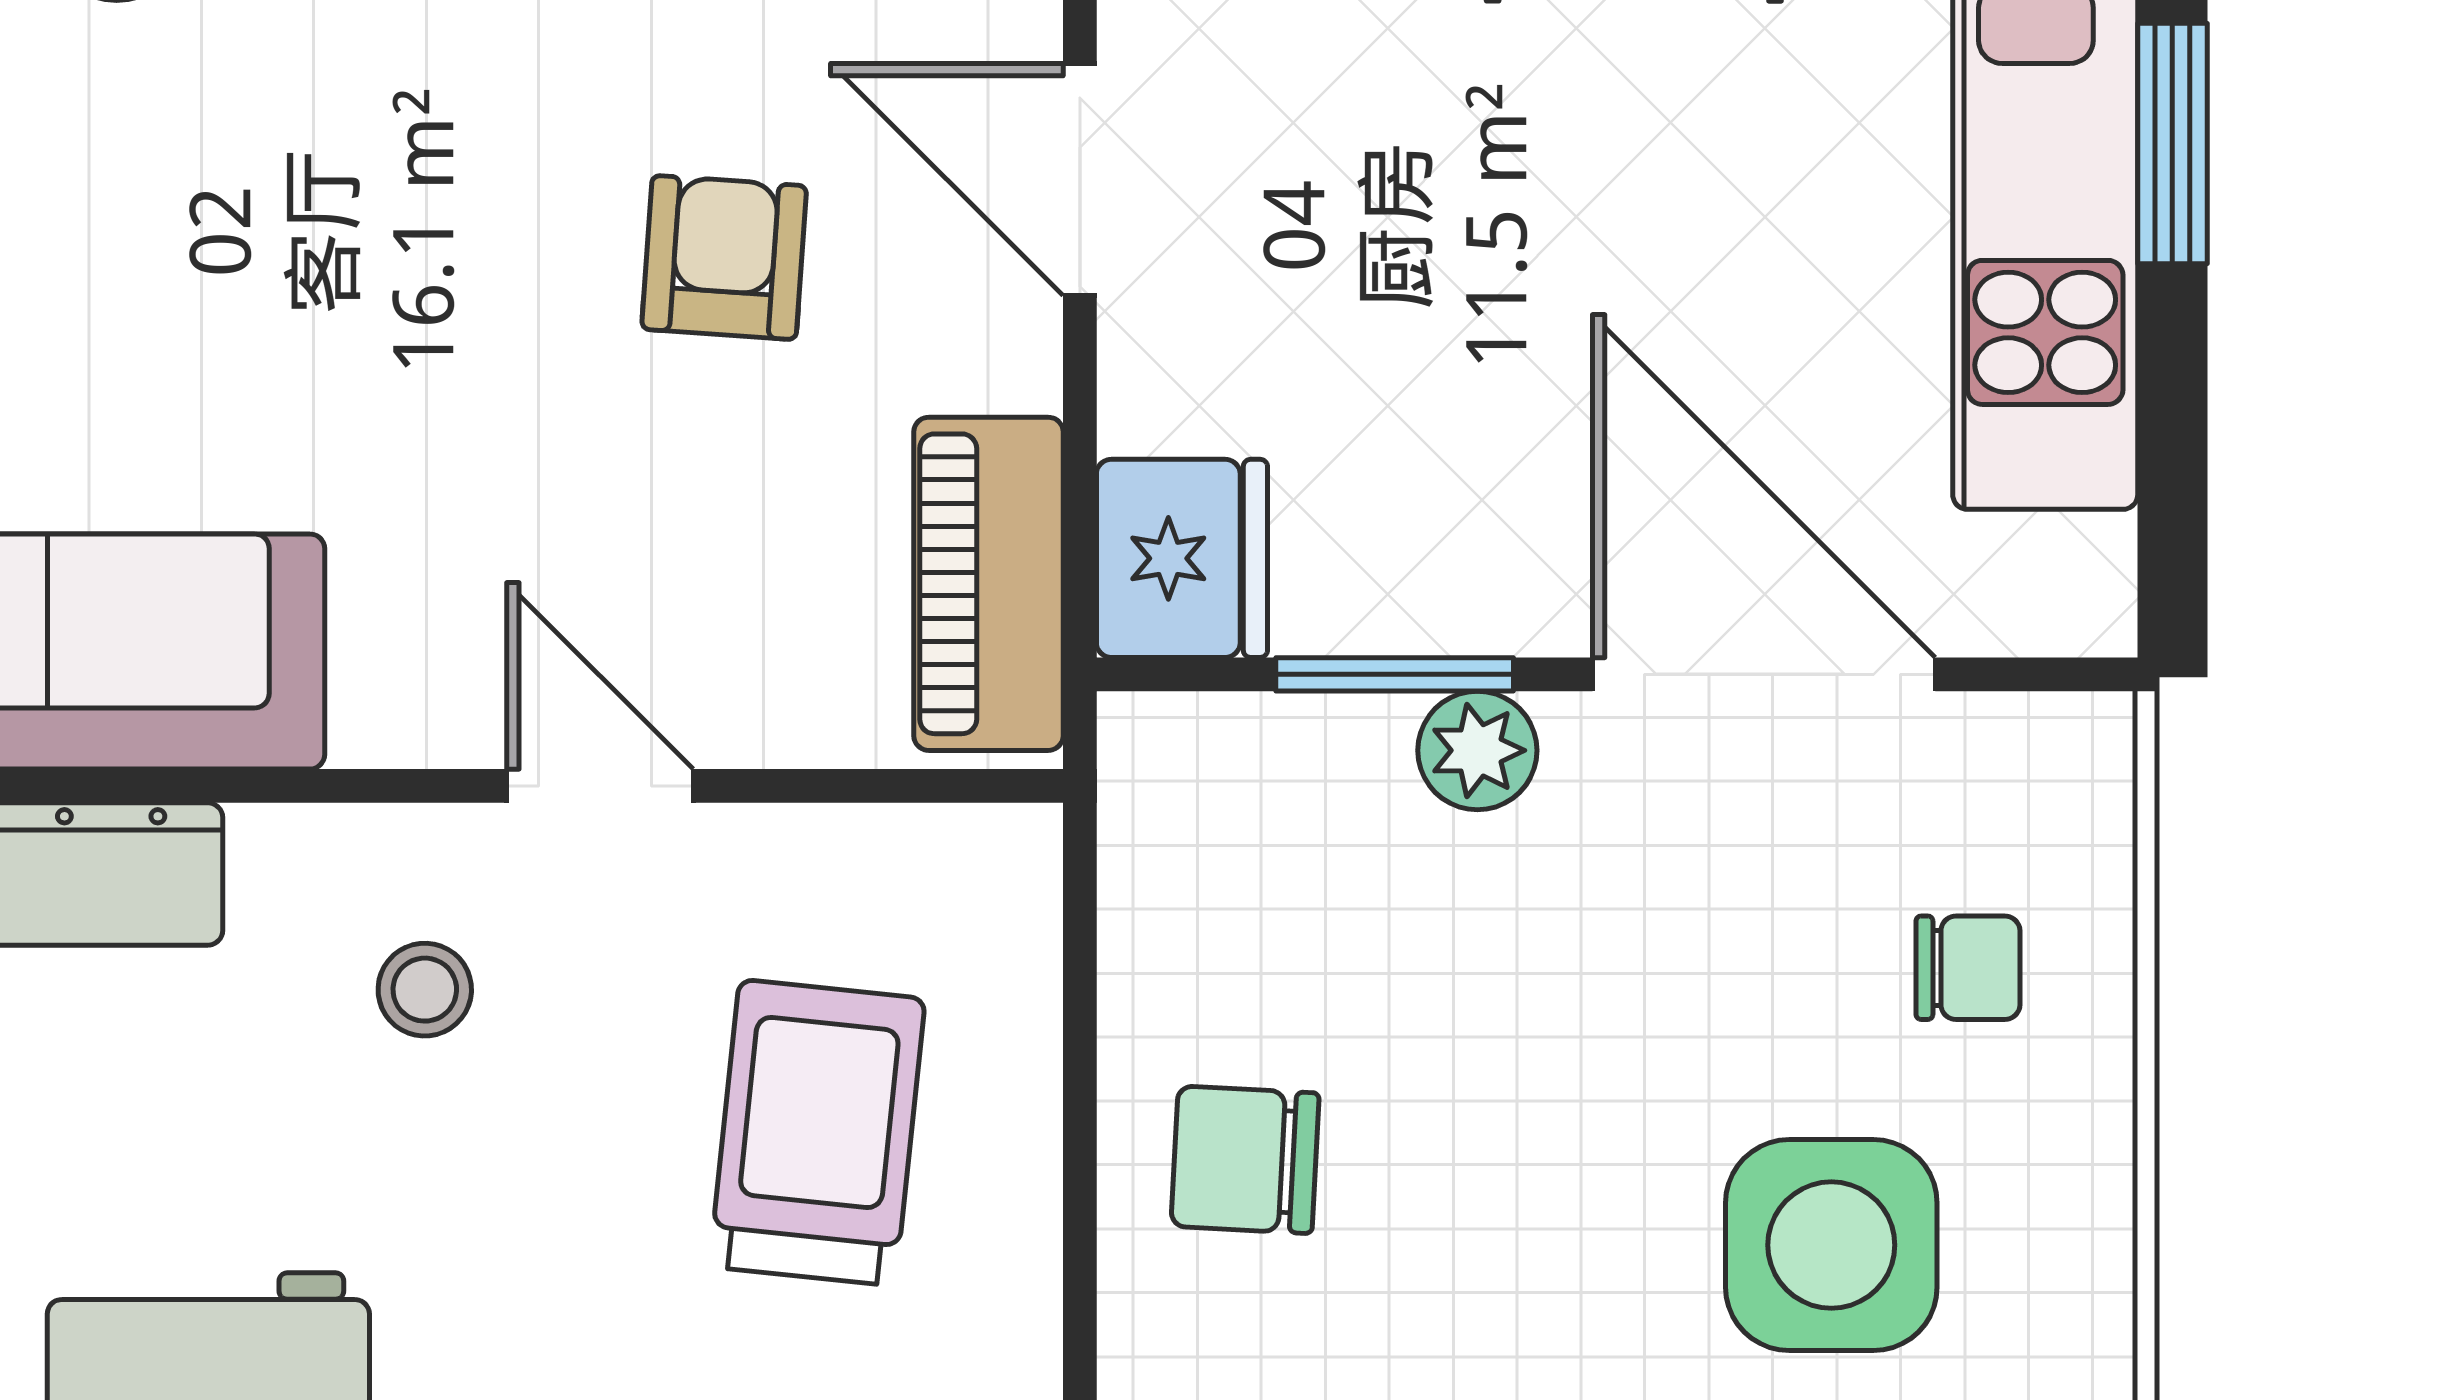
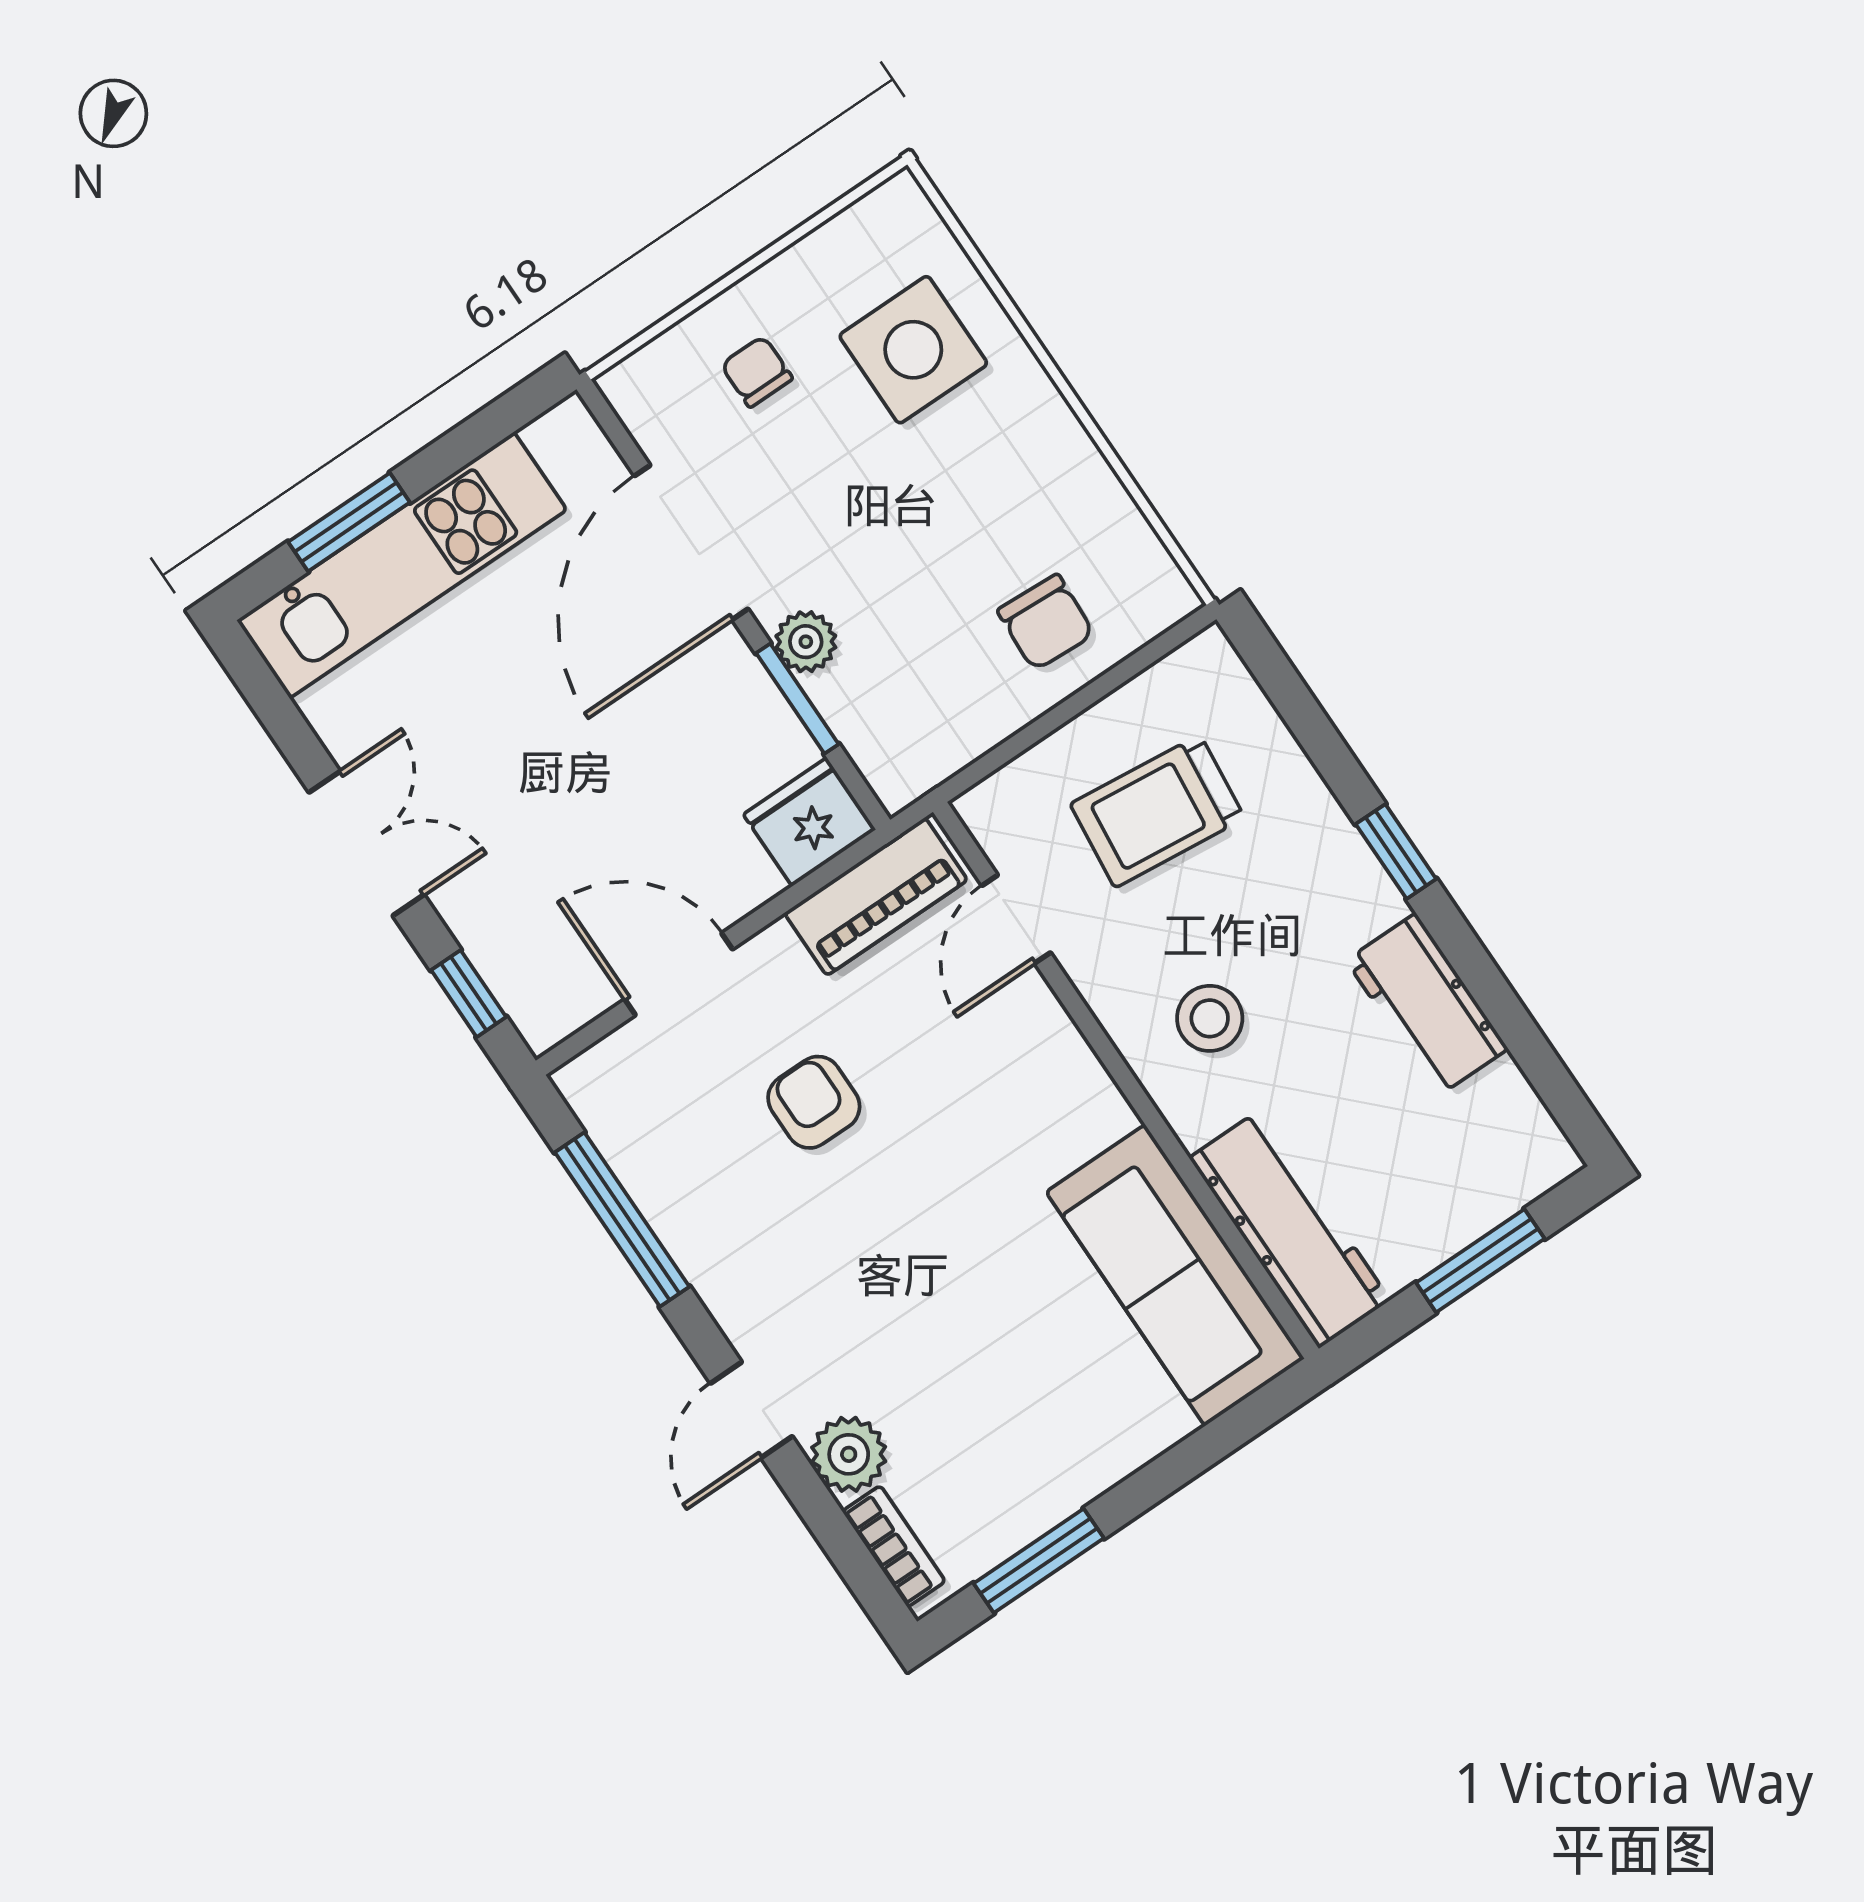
door: (1080, 180) -> (679, 974), swing flipped
armchair: (724, 258) -> (814, 1102), turned 86
door: (600, 786) -> (1016, 919), moved
stool: (425, 990) -> (1210, 1018), width x1.37, depth x1.37

